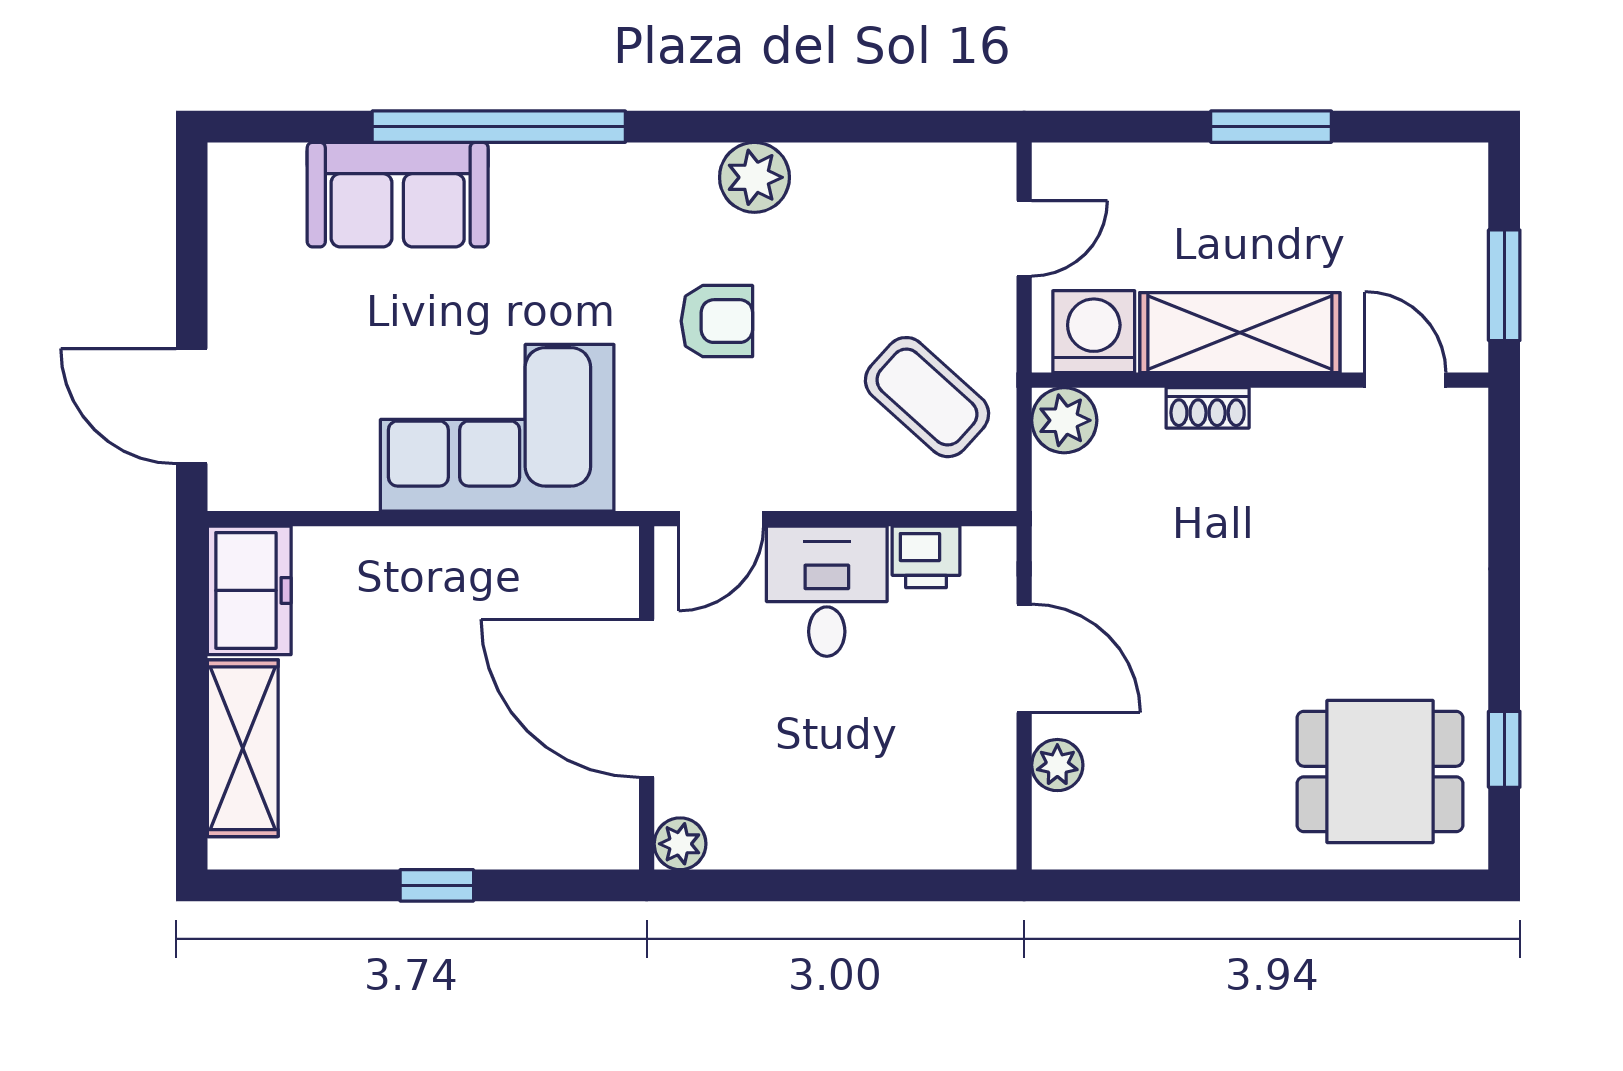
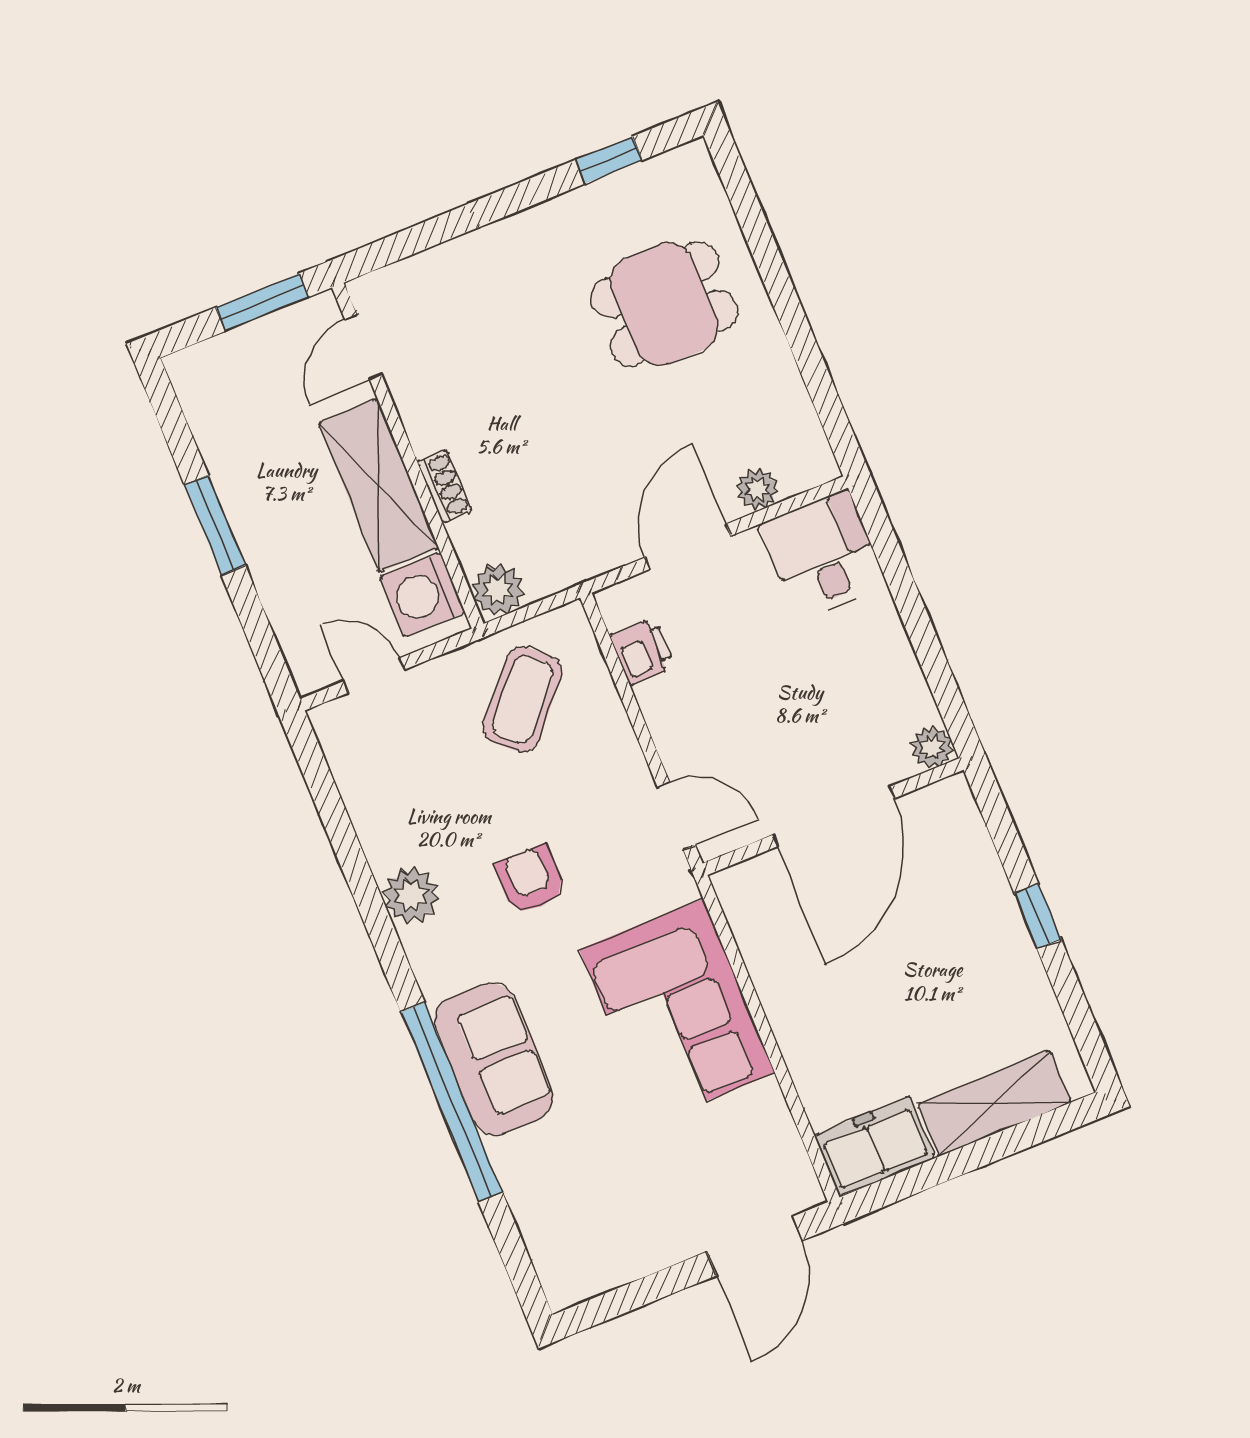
sofa: (398, 195) -> (493, 1059), moved
desk: (827, 591) -> (823, 555), moved, turned 90
dining table: (1380, 772) -> (664, 304), moved, turned 90

